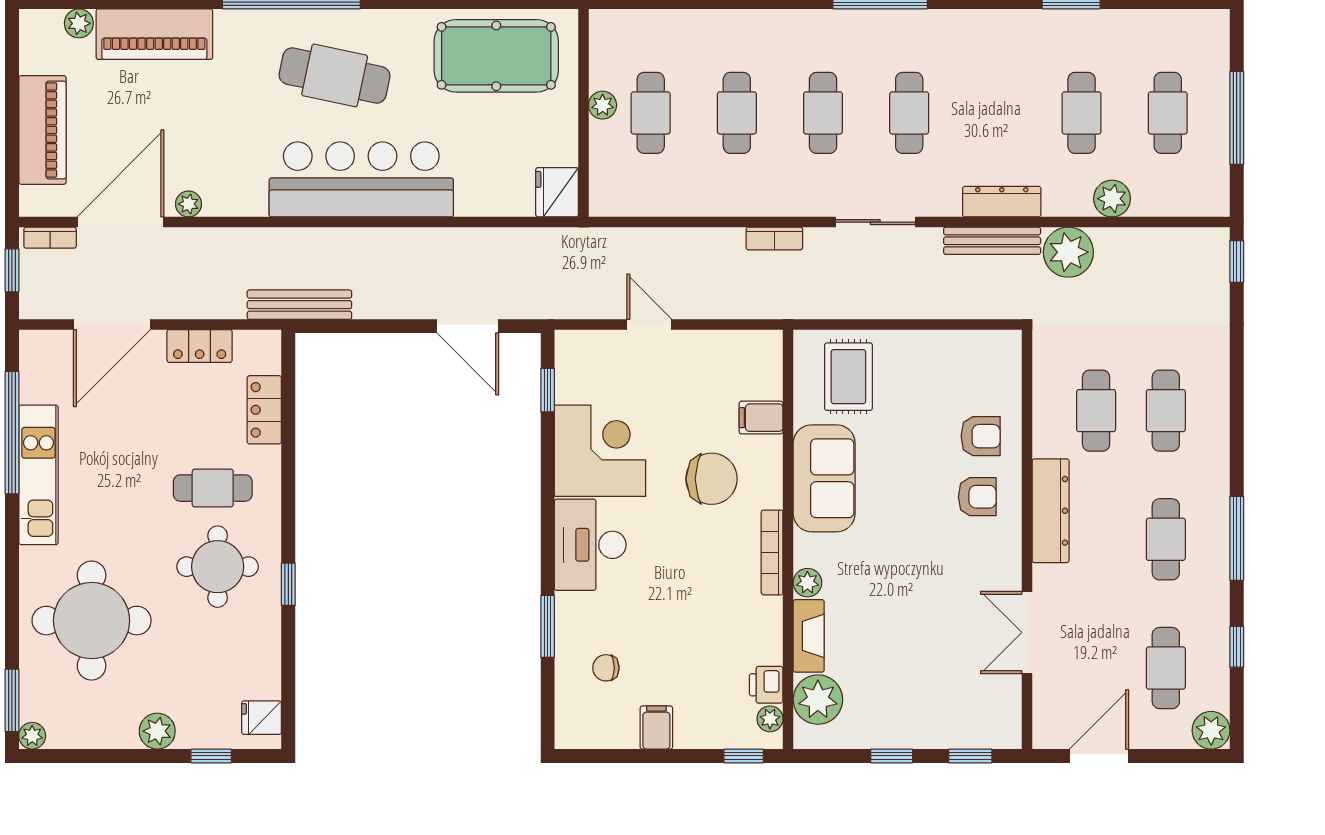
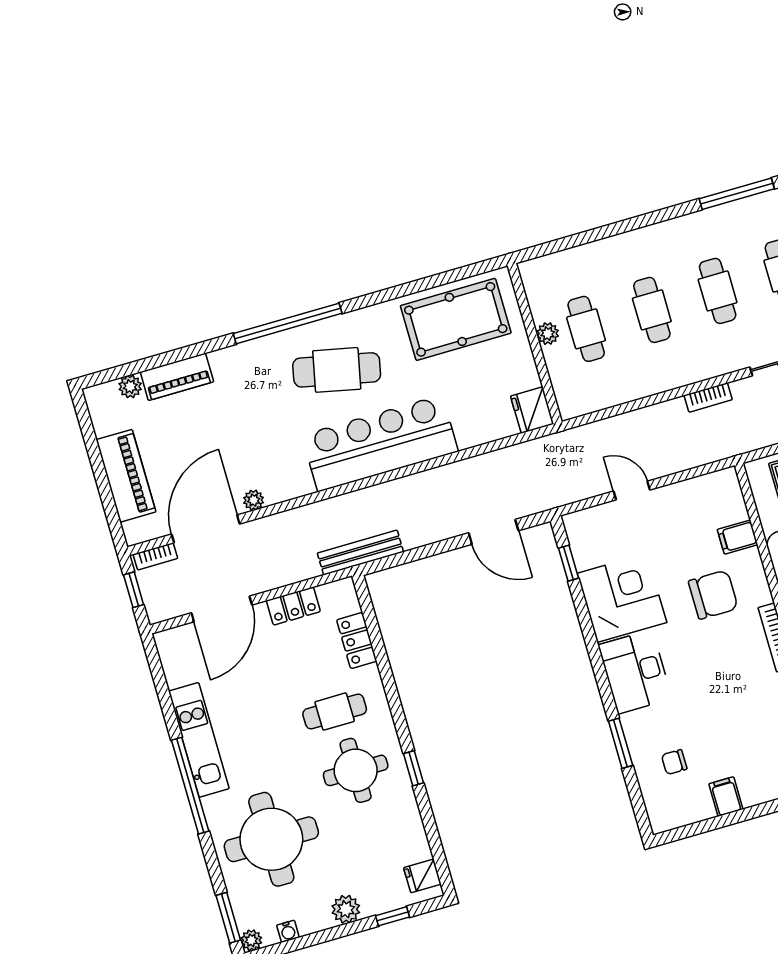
piano: (154, 34) -> (177, 377), width x0.73, depth x0.75
window: (12, 433) -> (190, 786), moved
water cooler: (80, 738) -> (288, 931), added

